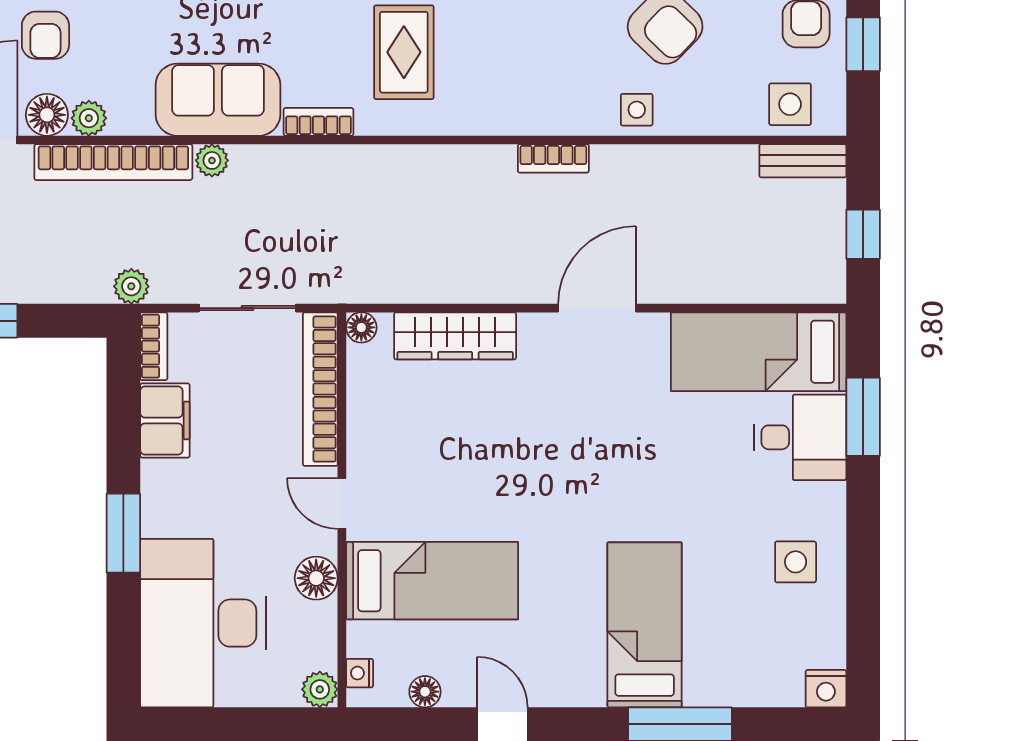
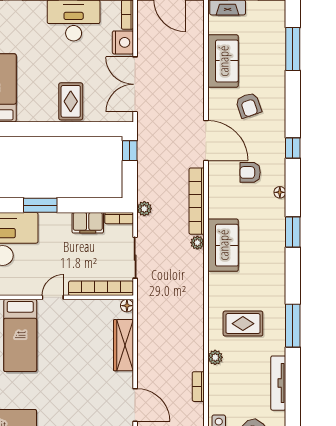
floor lamp: (47, 115) -> (217, 173), removed
plant: (89, 118) -> (215, 357), moved
bookcase: (318, 122) -> (214, 288), removed
floor lamp: (316, 578) -> (21, 287), removed

